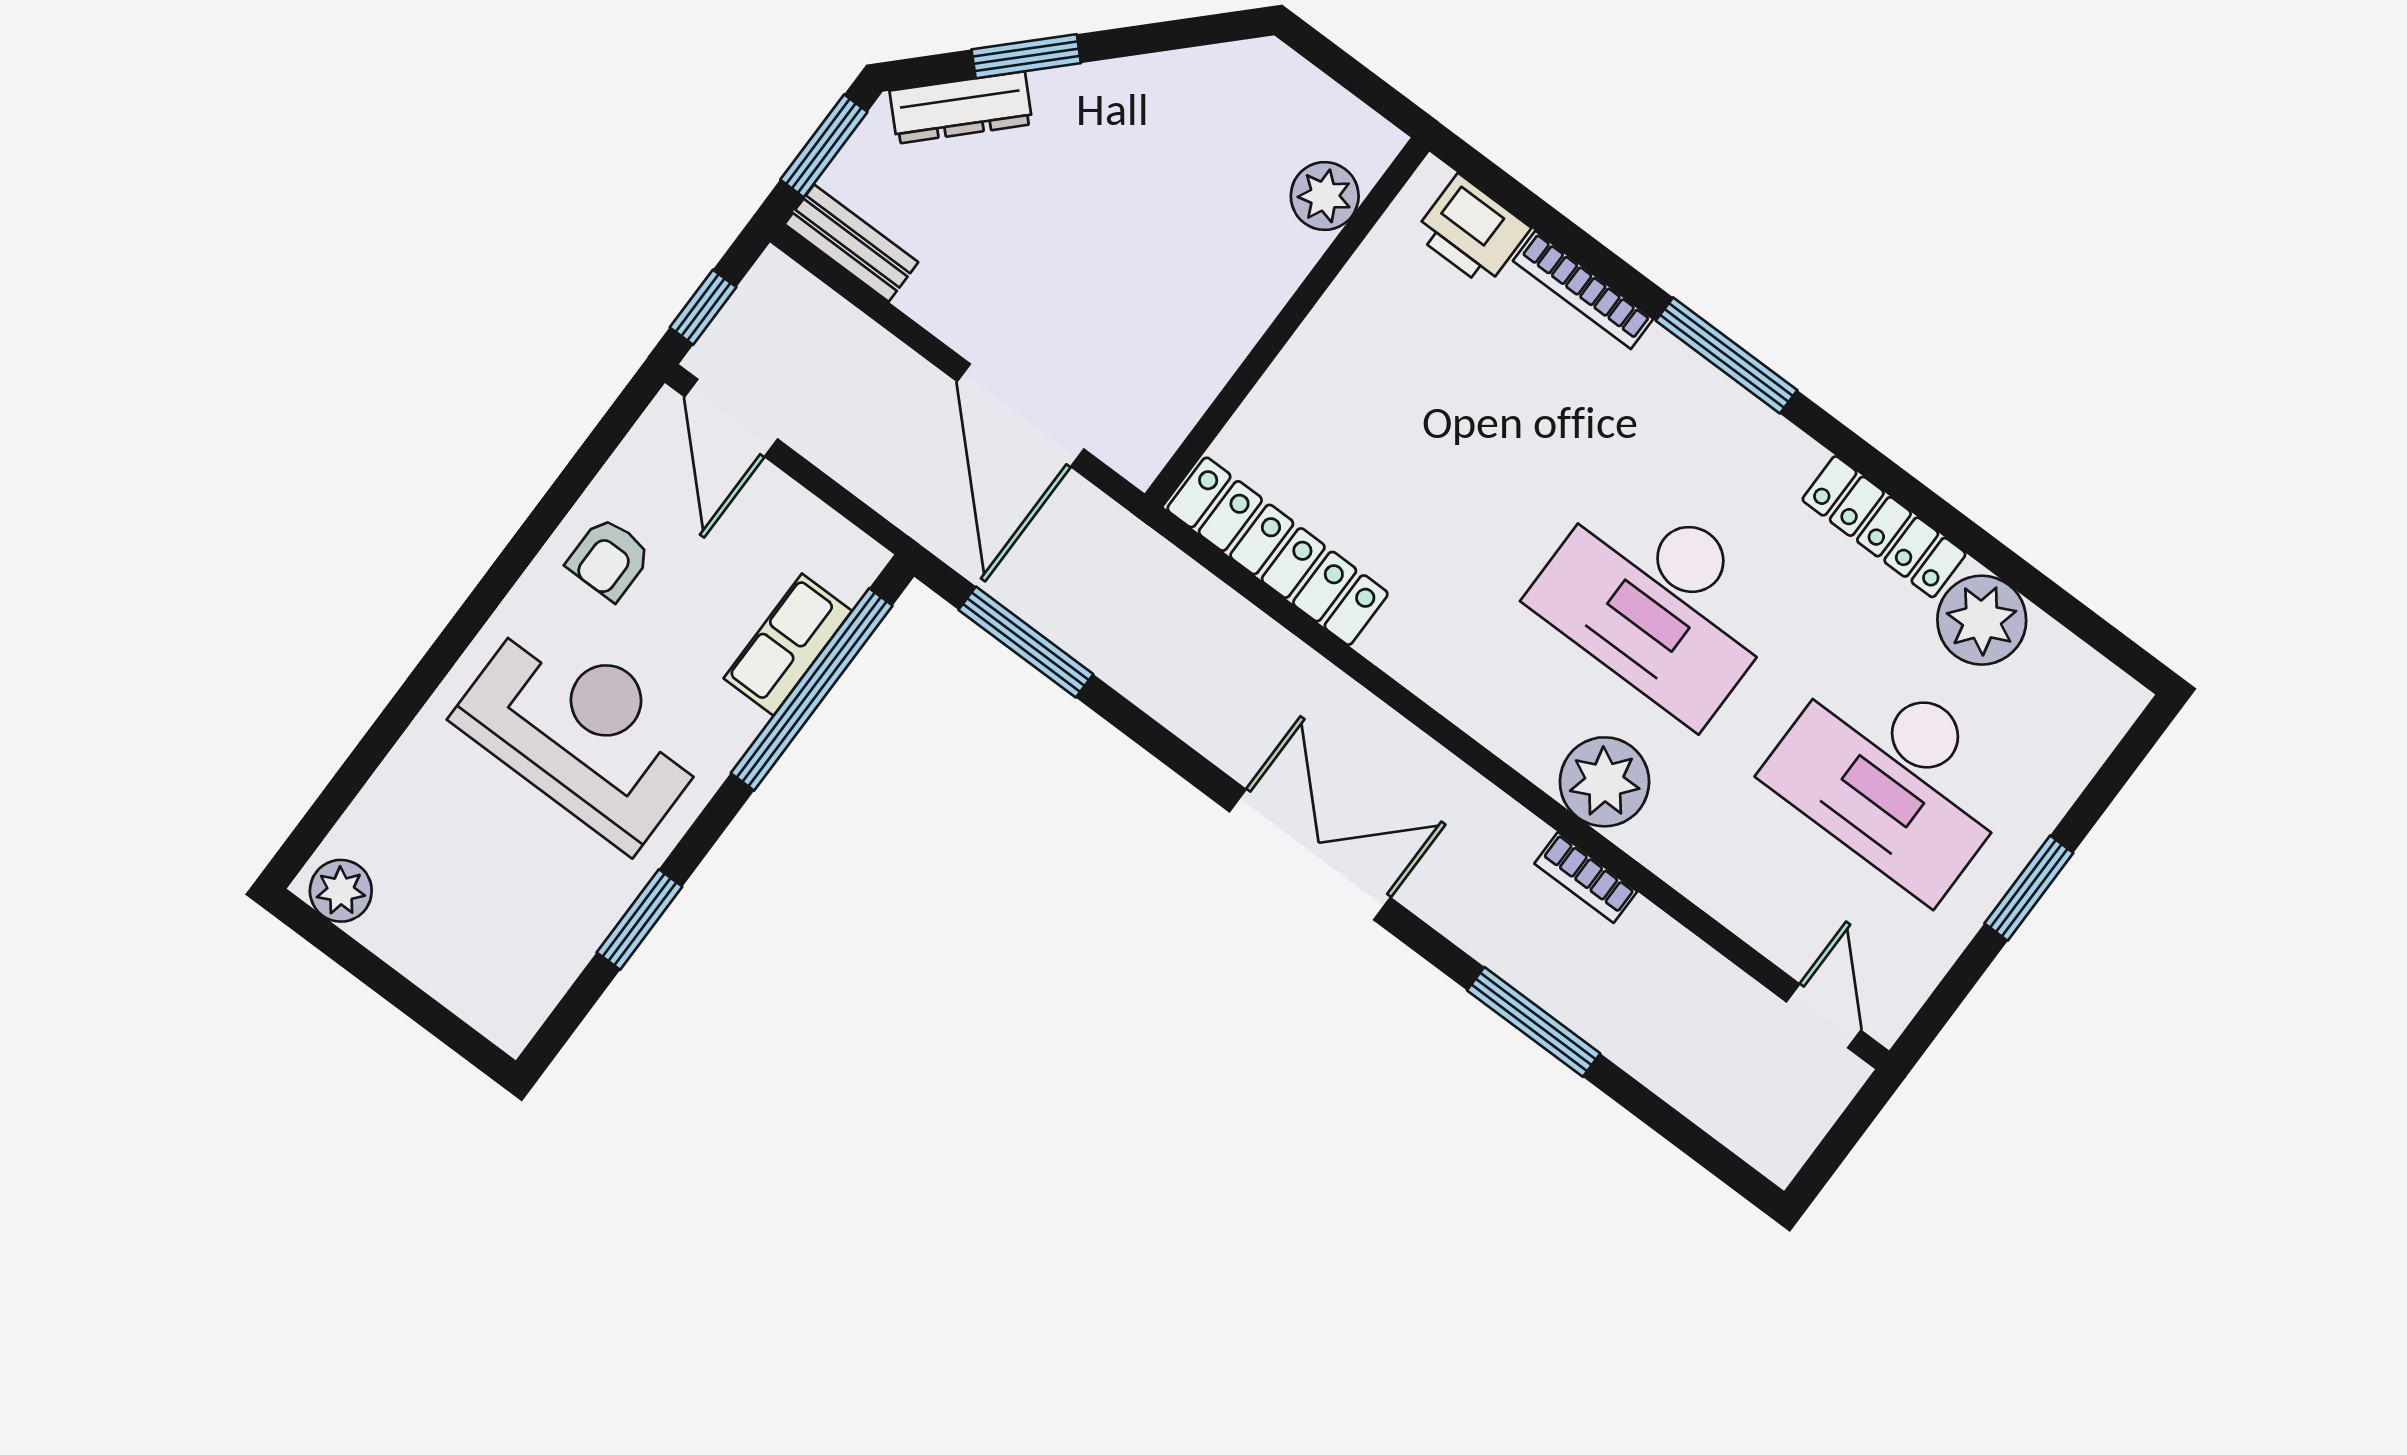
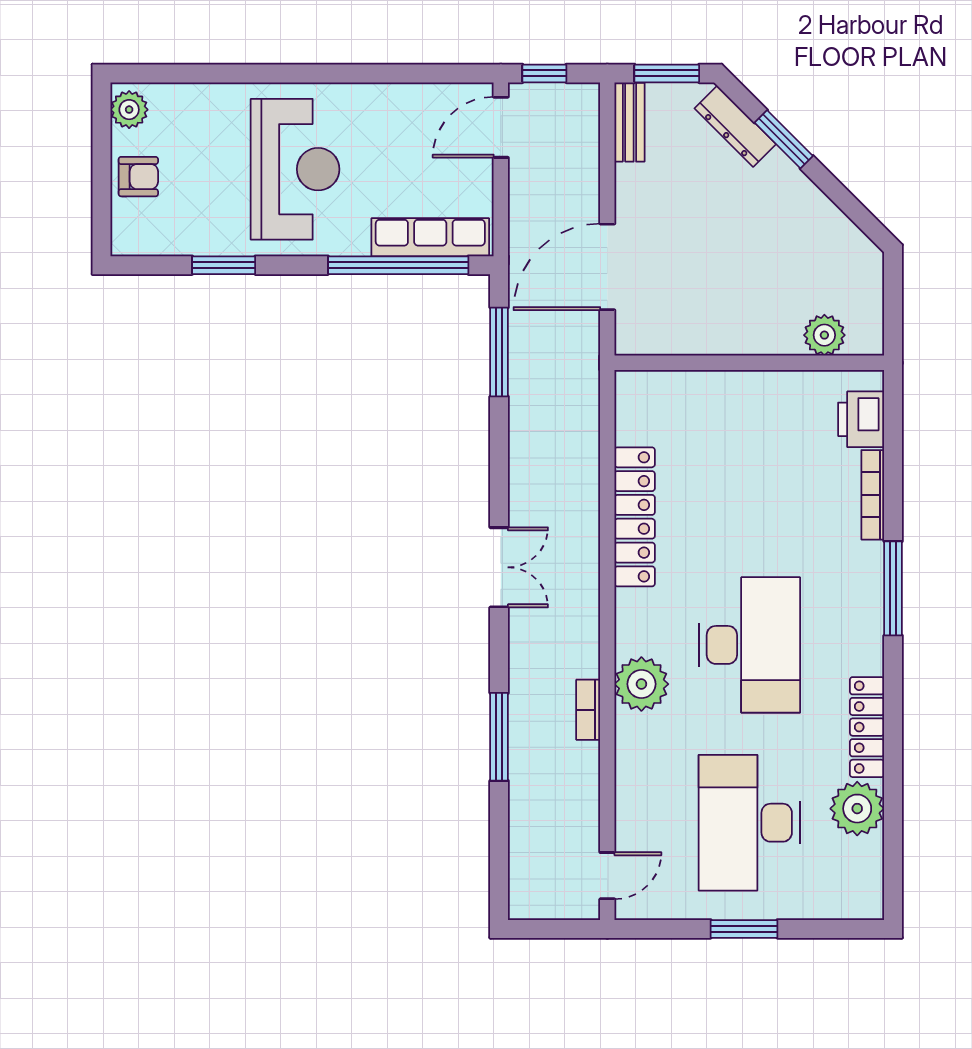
locker: (1278, 551) -> (635, 517), moved
armchair: (609, 559) -> (138, 177), moved, turned 180
desk: (1659, 601) -> (749, 645), turned 180
row of seats: (788, 645) -> (430, 237), width x1.48
double door: (1310, 855) -> (499, 567), width x0.73

